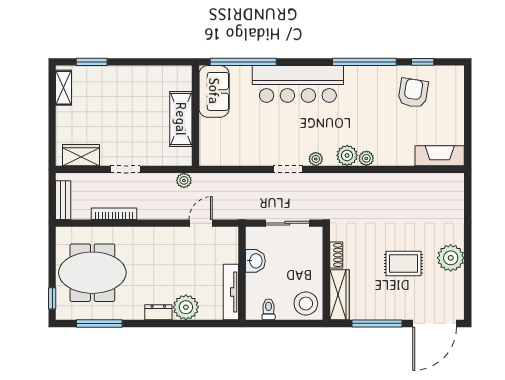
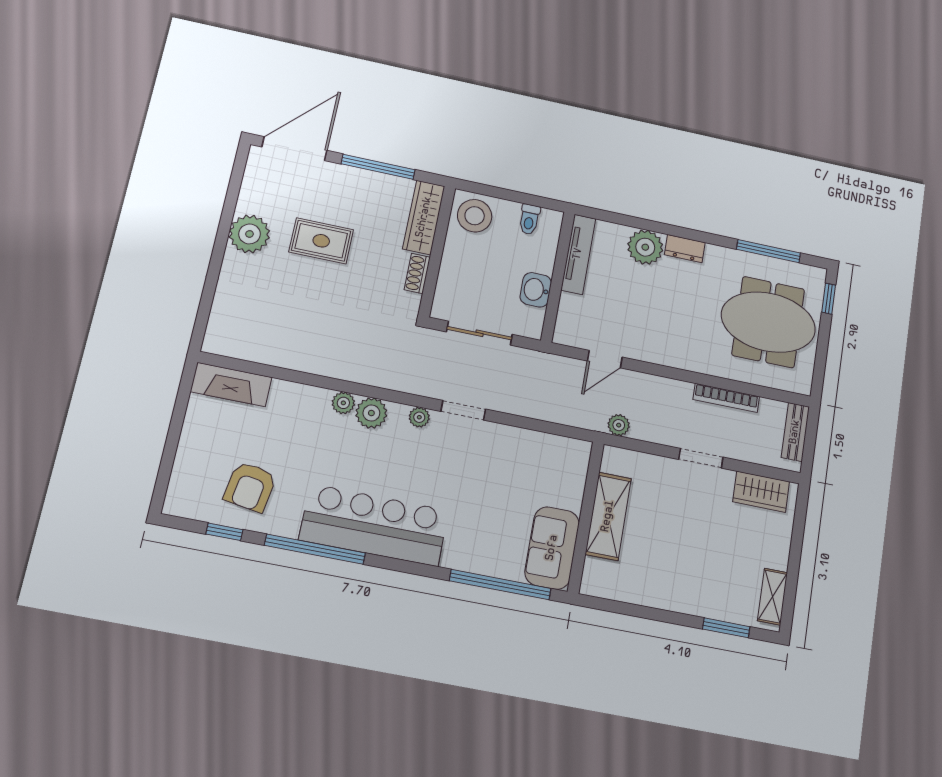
bar counter: (298, 84) -> (374, 525), moved

